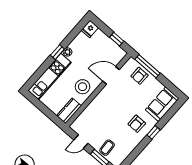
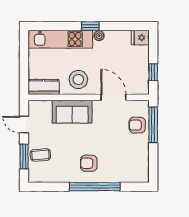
sofa: (162, 104) -> (72, 112), moved, turned 180
window: (154, 132) -> (95, 187), width x3.17

